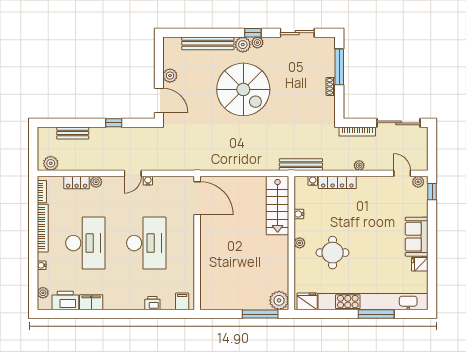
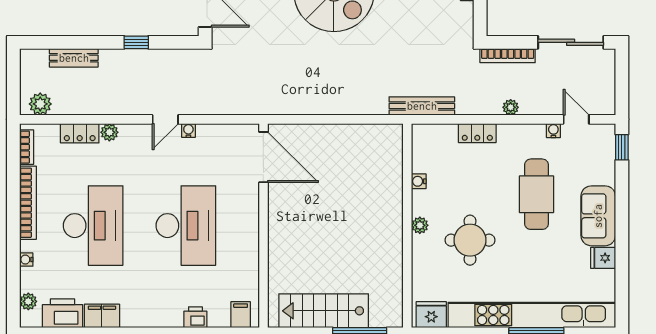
water cooler: (313, 181) -> (553, 131), moved
locker: (337, 182) -> (477, 133), width x0.66
plant: (418, 182) -> (601, 132), removed
stairs: (278, 205) -> (324, 311), moved, turned 90
cafe table: (376, 222) -> (537, 194), added
plant: (279, 300) -> (388, 313), removed

